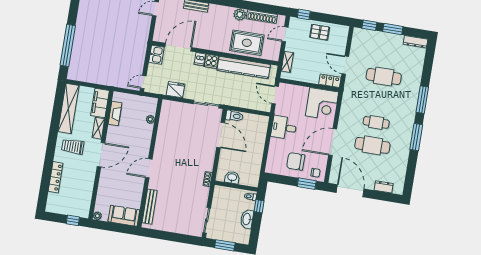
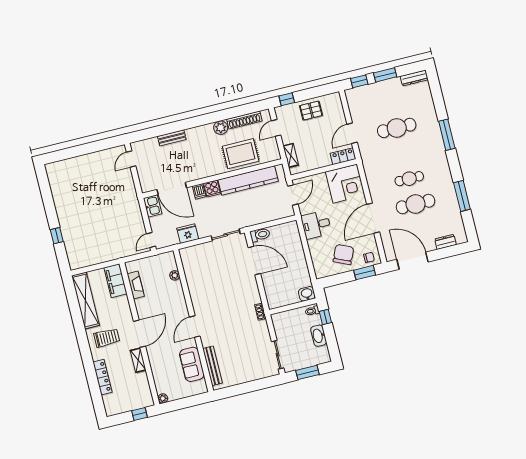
window: (68, 45) -> (57, 236), width x0.32
door: (178, 47) -> (172, 189), swing flipped
door: (345, 65) -> (352, 133), hinge flipped
door: (275, 95) -> (293, 195), swing flipped
shelving: (98, 128) -> (138, 360), moved
window: (416, 137) -> (462, 196), moved
trolley: (73, 147) -> (107, 338), turned 180
chair: (296, 161) -> (343, 254), turned 114
washbasin: (232, 177) -> (307, 294), moved
sofa: (124, 216) -> (192, 364), moved, turned -90

